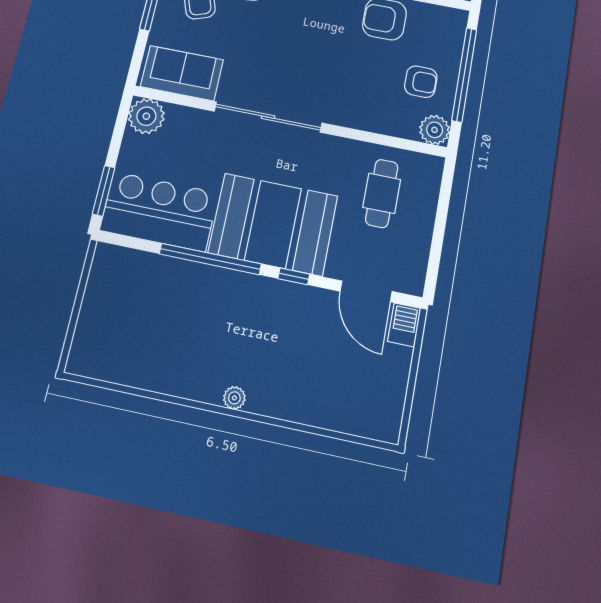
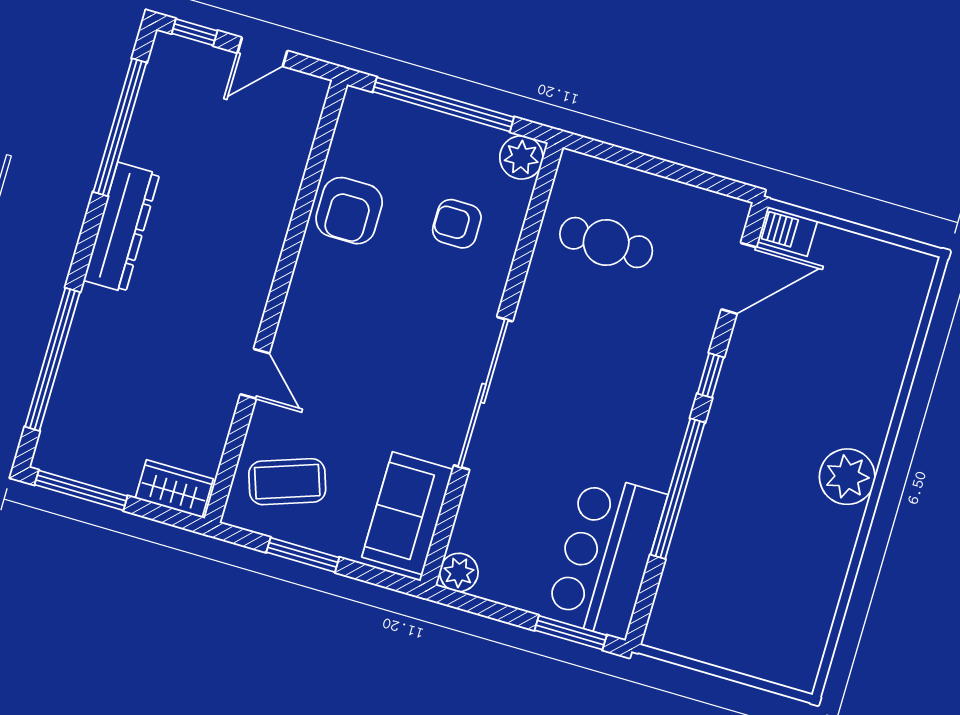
armchair: (421, 82) -> (457, 224), moved, turned -90
plant: (146, 116) -> (459, 572), width x0.73, depth x0.73
booth: (273, 224) -> (637, 398), removed
plant: (234, 398) -> (847, 477), width x1.87, depth x1.87

